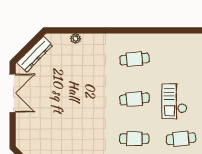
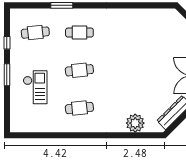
plant: (76, 39) -> (135, 123), width x1.88, depth x1.88
checkout: (174, 101) -> (35, 87), moved

